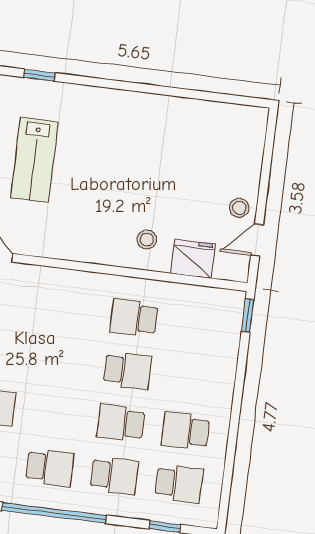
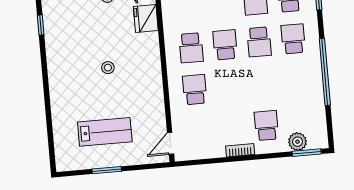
window: (39, 75) -> (41, 25), moved
stool: (147, 240) -> (108, 68), moved
school desk: (50, 467) -> (195, 90), moved

